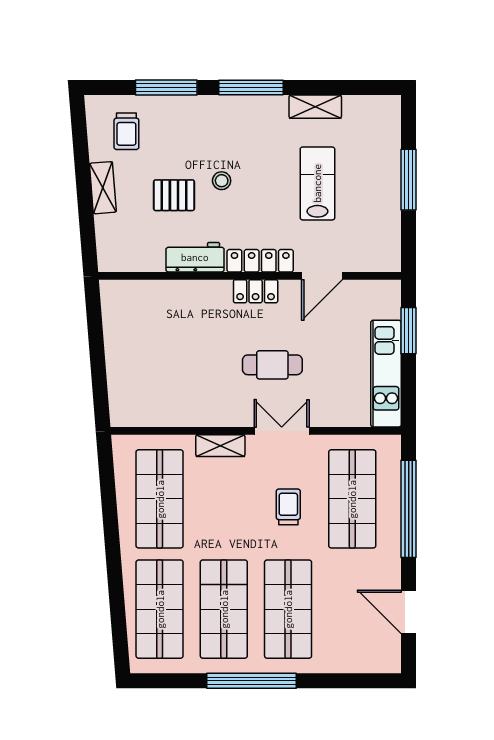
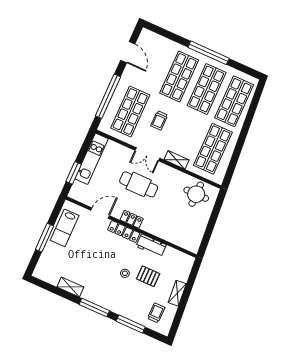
lab bench: (317, 183) -> (65, 228), moved
cafe table: (272, 365) -> (139, 184), width x1.37, depth x1.35
round table: (152, 396) -> (196, 194), added

